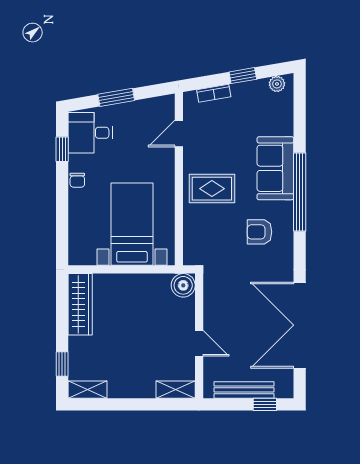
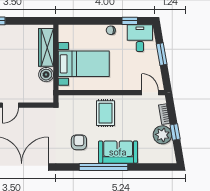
plant: (277, 84) -> (162, 135), moved, width x1.87, depth x1.87
door: (179, 134) -> (150, 93), moved
boiler: (183, 285) -> (46, 75), moved
wardrobe: (80, 304) -> (46, 47), moved, turned 90

